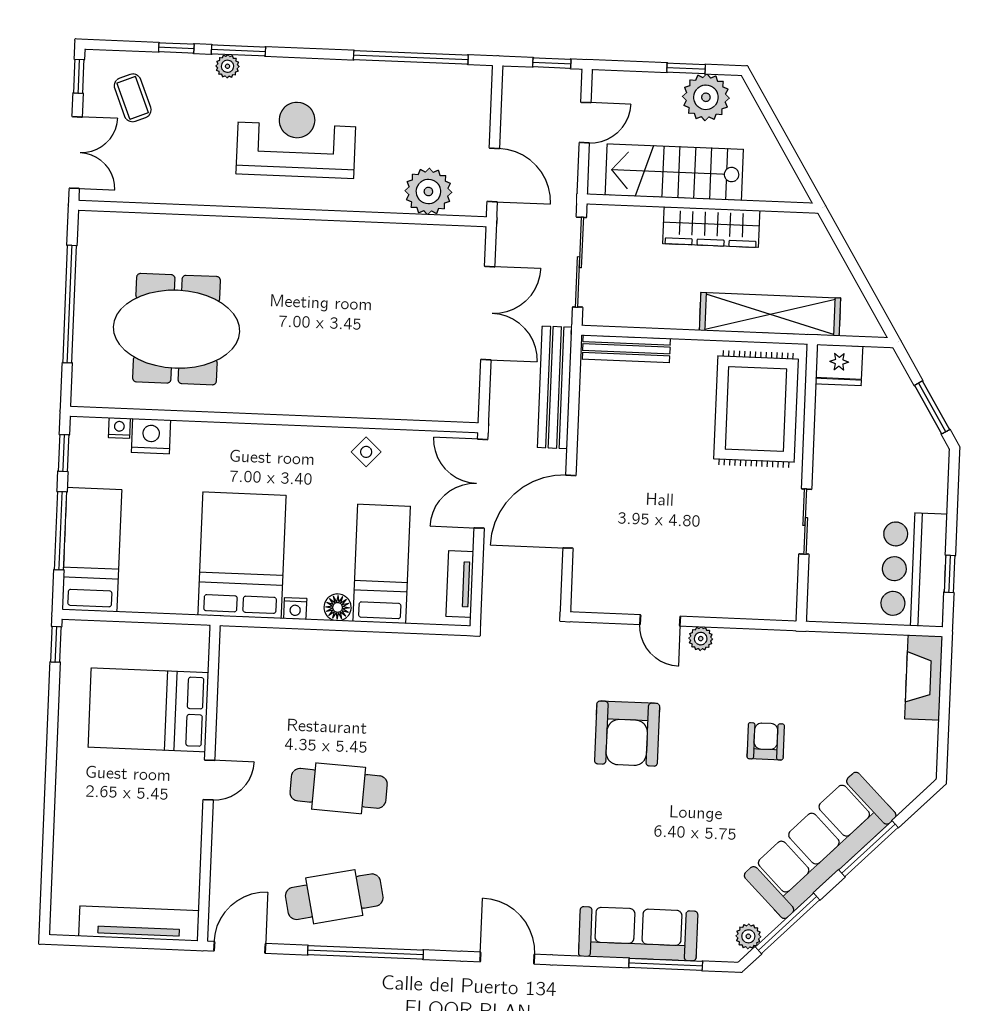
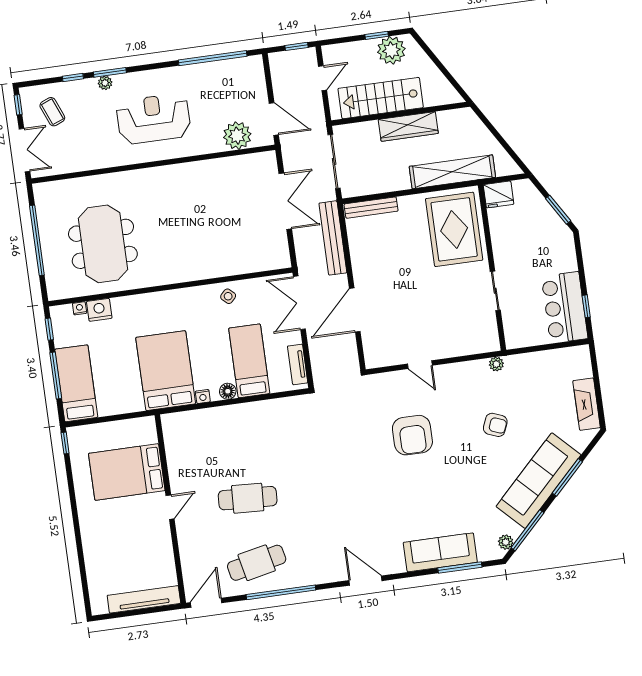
meeting table: (177, 329) -> (103, 244), turned 90
plant: (701, 639) -> (496, 364), moved
fireplace: (924, 677) -> (587, 404), moved
armchair: (766, 741) -> (495, 425), turned 112

